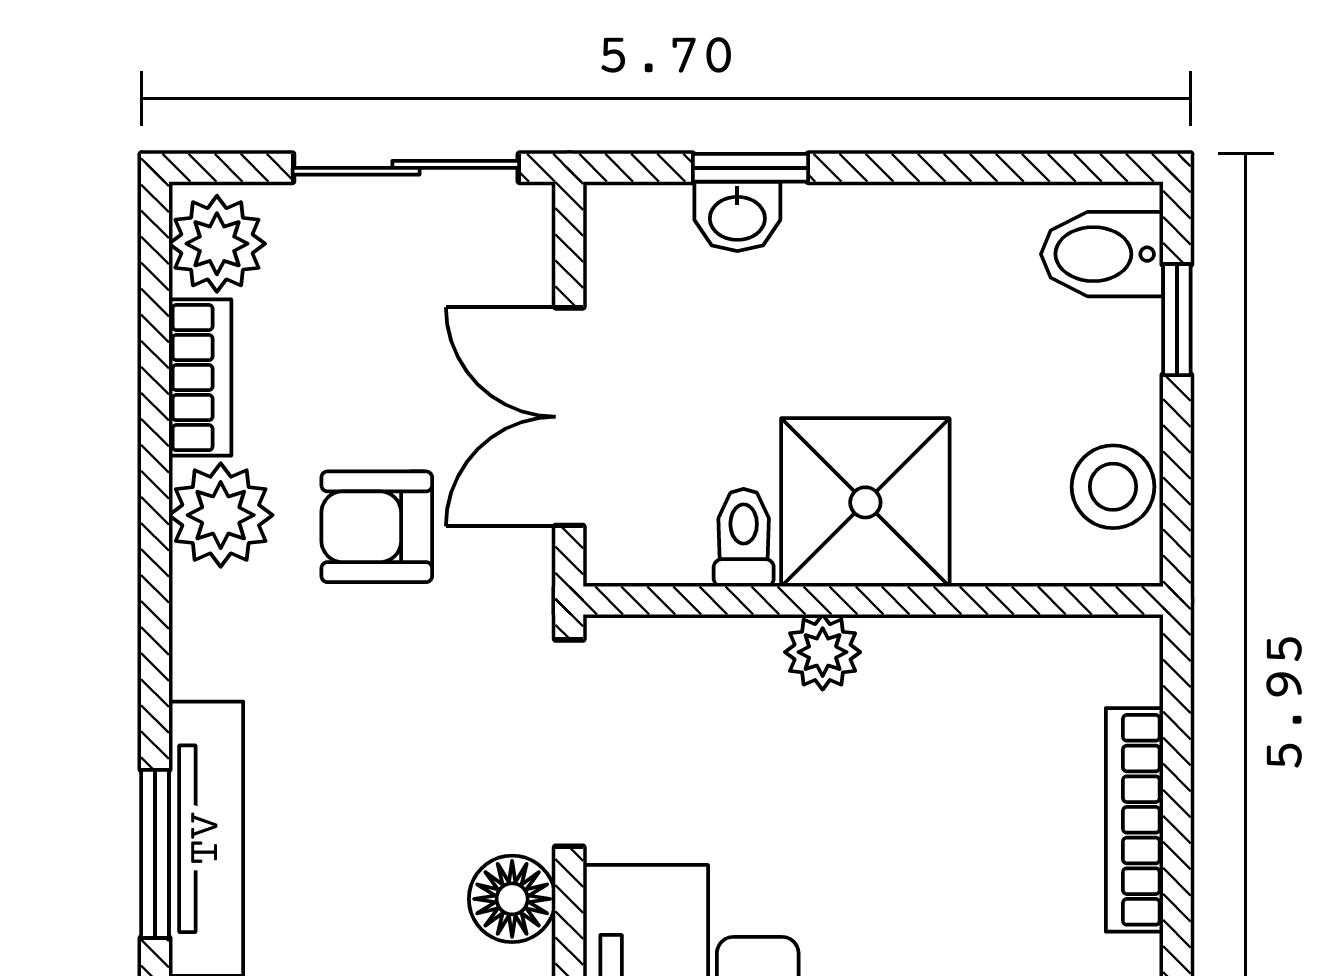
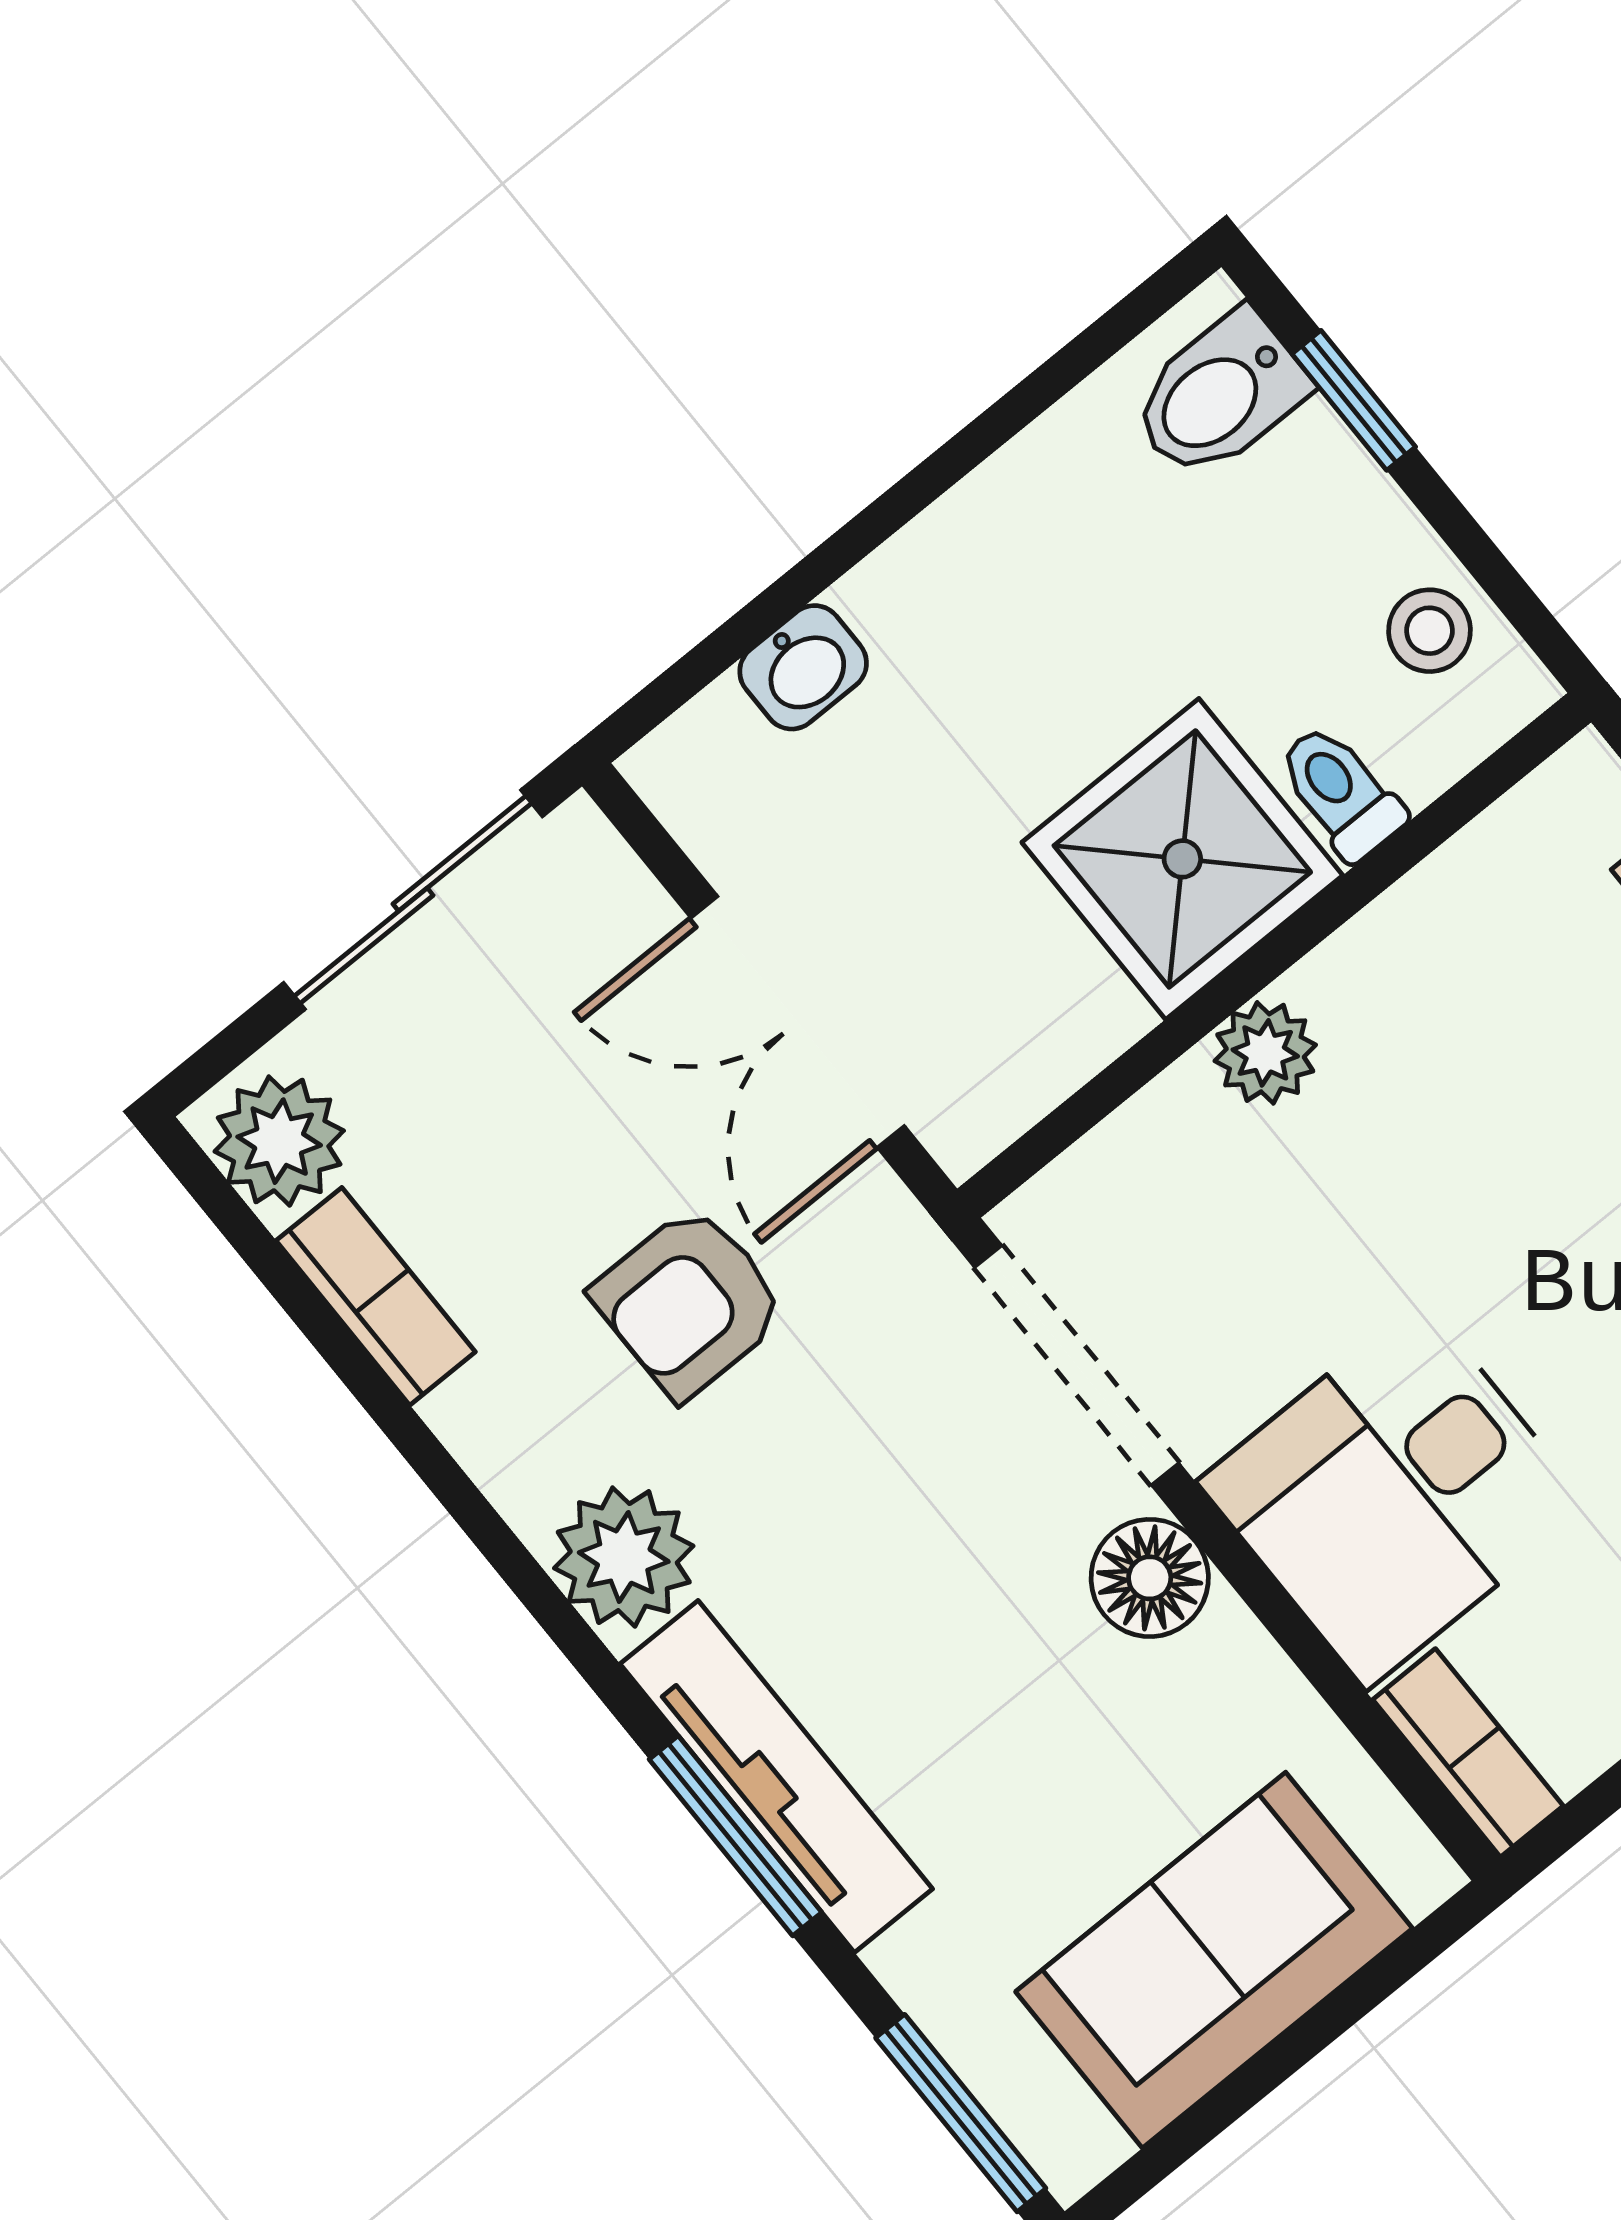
window: (750, 168) -> (775, 605), removed
stool: (1113, 487) -> (1429, 631), width x0.73, depth x0.73
plant: (221, 515) -> (624, 1557), moved
toilet: (744, 538) -> (1340, 792), moved

